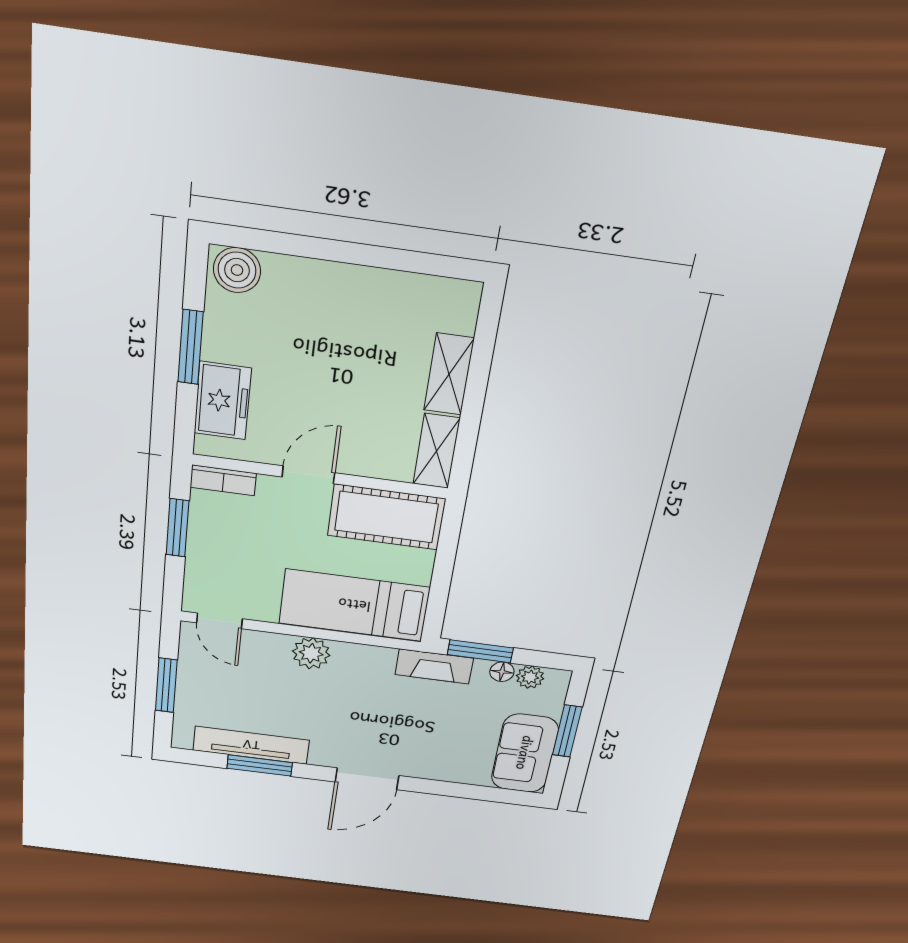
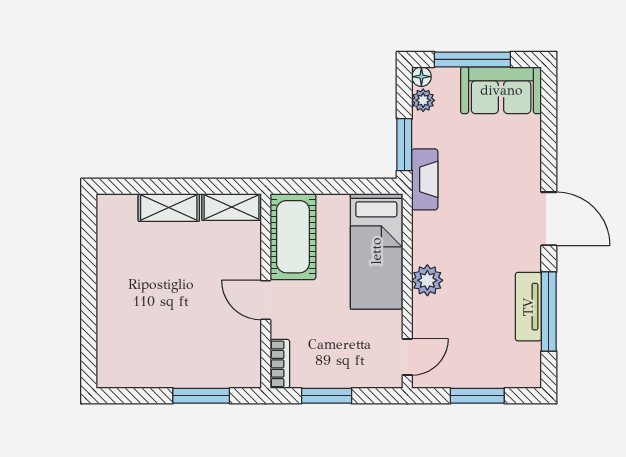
boiler: (237, 270) -> (113, 367), removed
window: (191, 347) -> (201, 396), moved
freezer: (223, 401) -> (214, 369), removed
floor lamp: (502, 672) -> (421, 77), moved
window: (567, 731) -> (472, 59), width x1.44
tv unit: (251, 745) -> (528, 307), width x0.71
window: (260, 765) -> (549, 311), width x1.44

